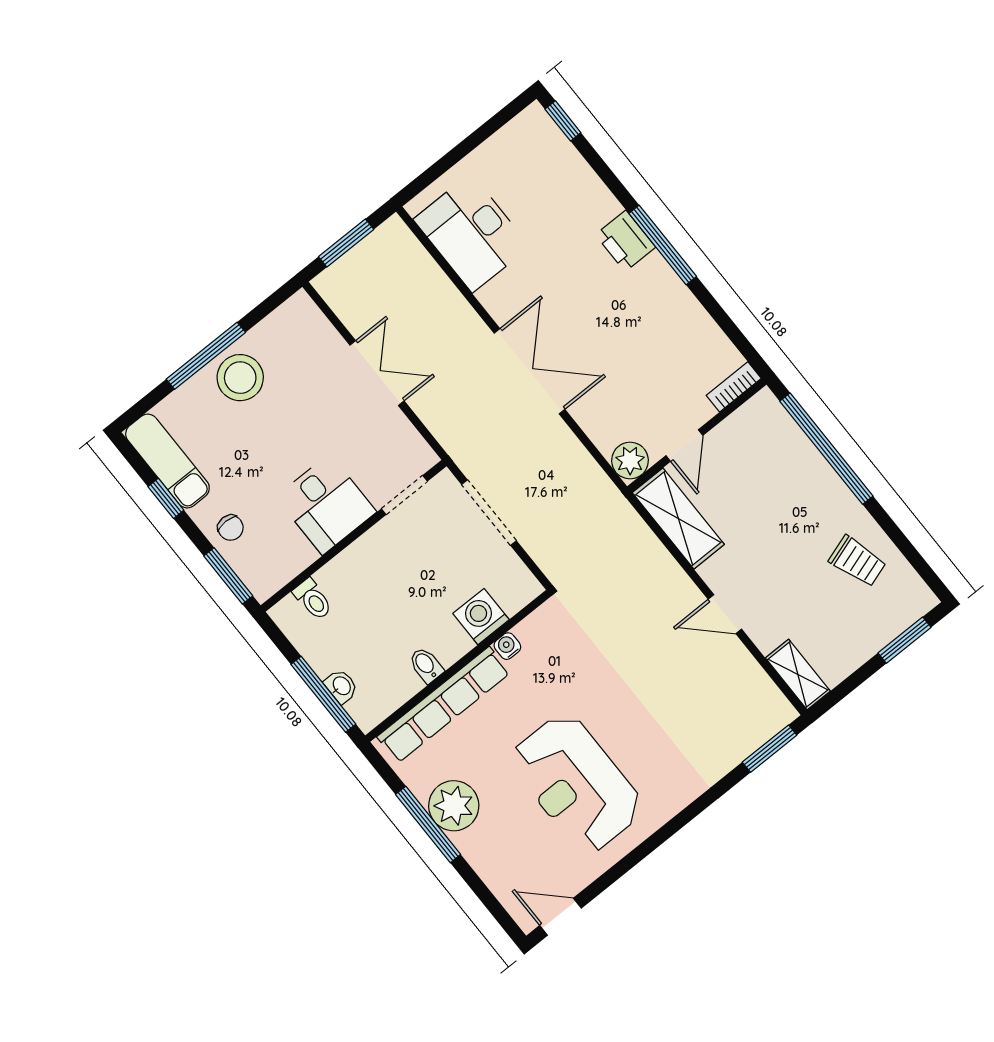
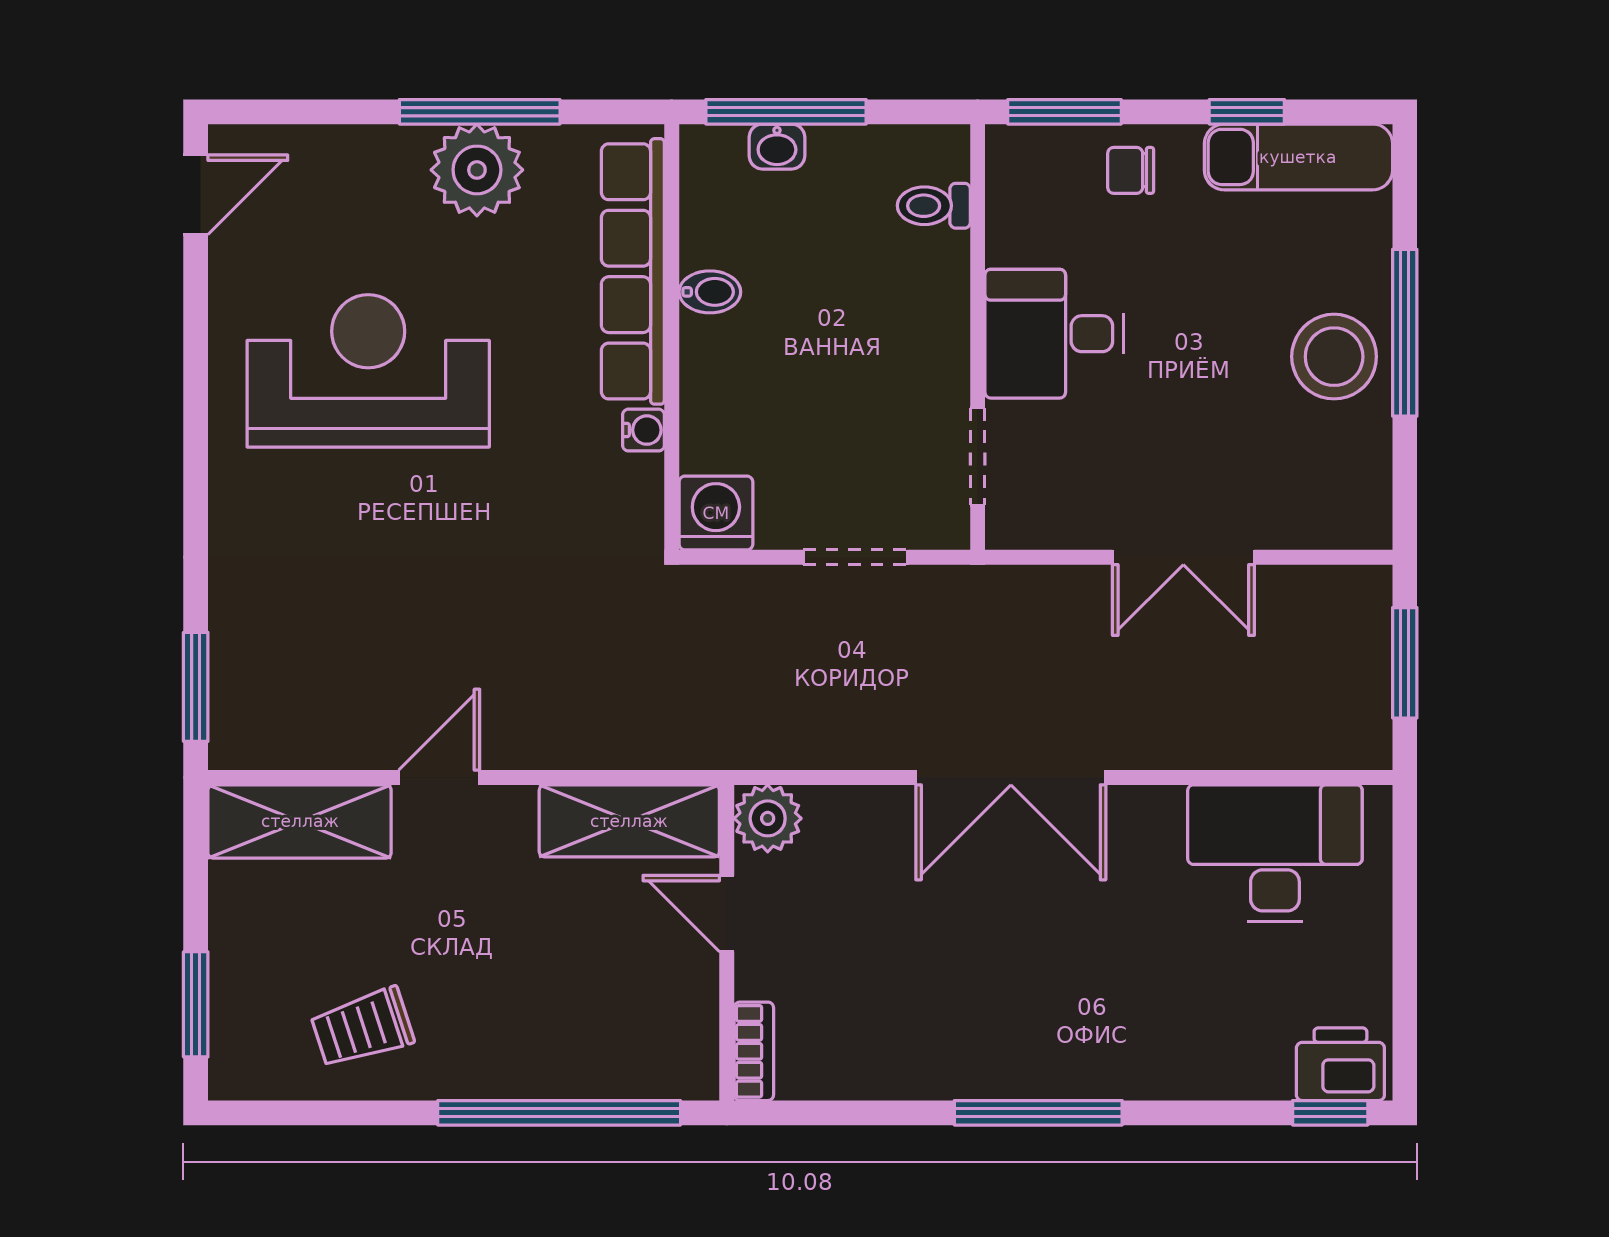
printer: (625, 241) -> (1340, 1064), moved
doorway: (489, 513) -> (855, 557), width x0.73
washing machine: (481, 617) -> (716, 513), moved, turned -90
shelving: (798, 675) -> (300, 821), width x1.50, depth x1.33

